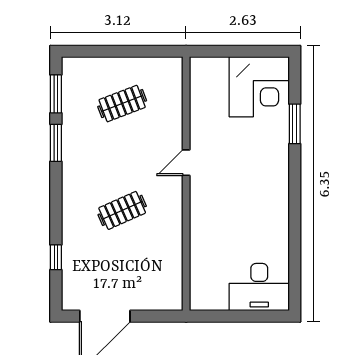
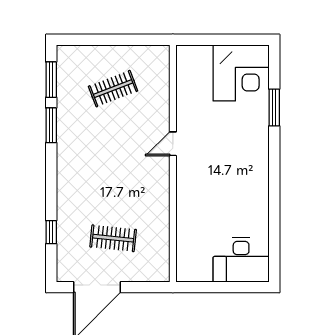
clothes rail: (122, 210) -> (113, 238), moved, turned 30

